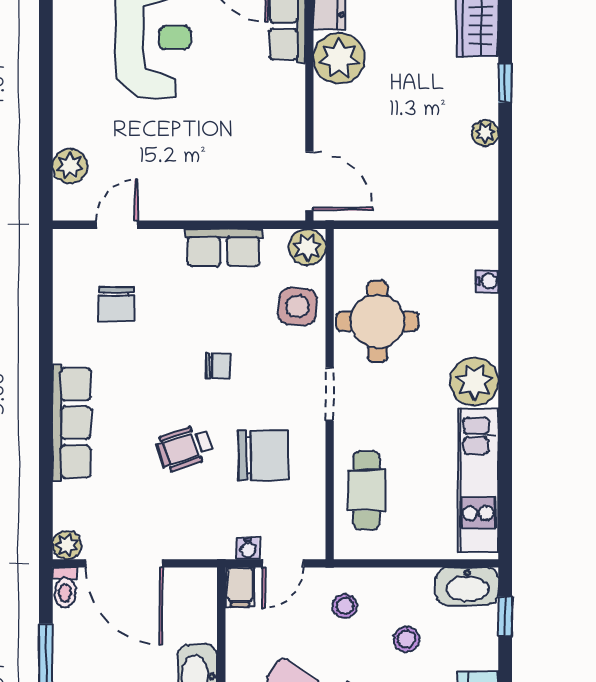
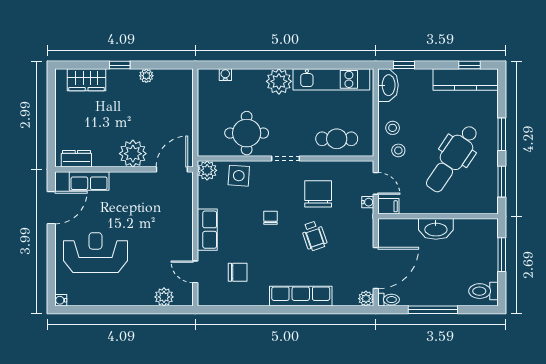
plant: (339, 58) -> (133, 154), moved
row of seats: (224, 247) -> (207, 230), moved
stool: (406, 639) -> (393, 128), moved

